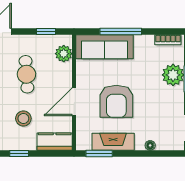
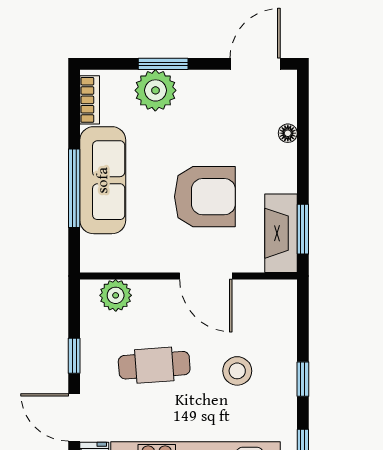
window: (46, 32) -> (74, 356), moved
sofa: (105, 47) -> (103, 180), moved
kitchen counter: (55, 142) -> (281, 312), removed
fireplace: (113, 142) -> (281, 233), moved

